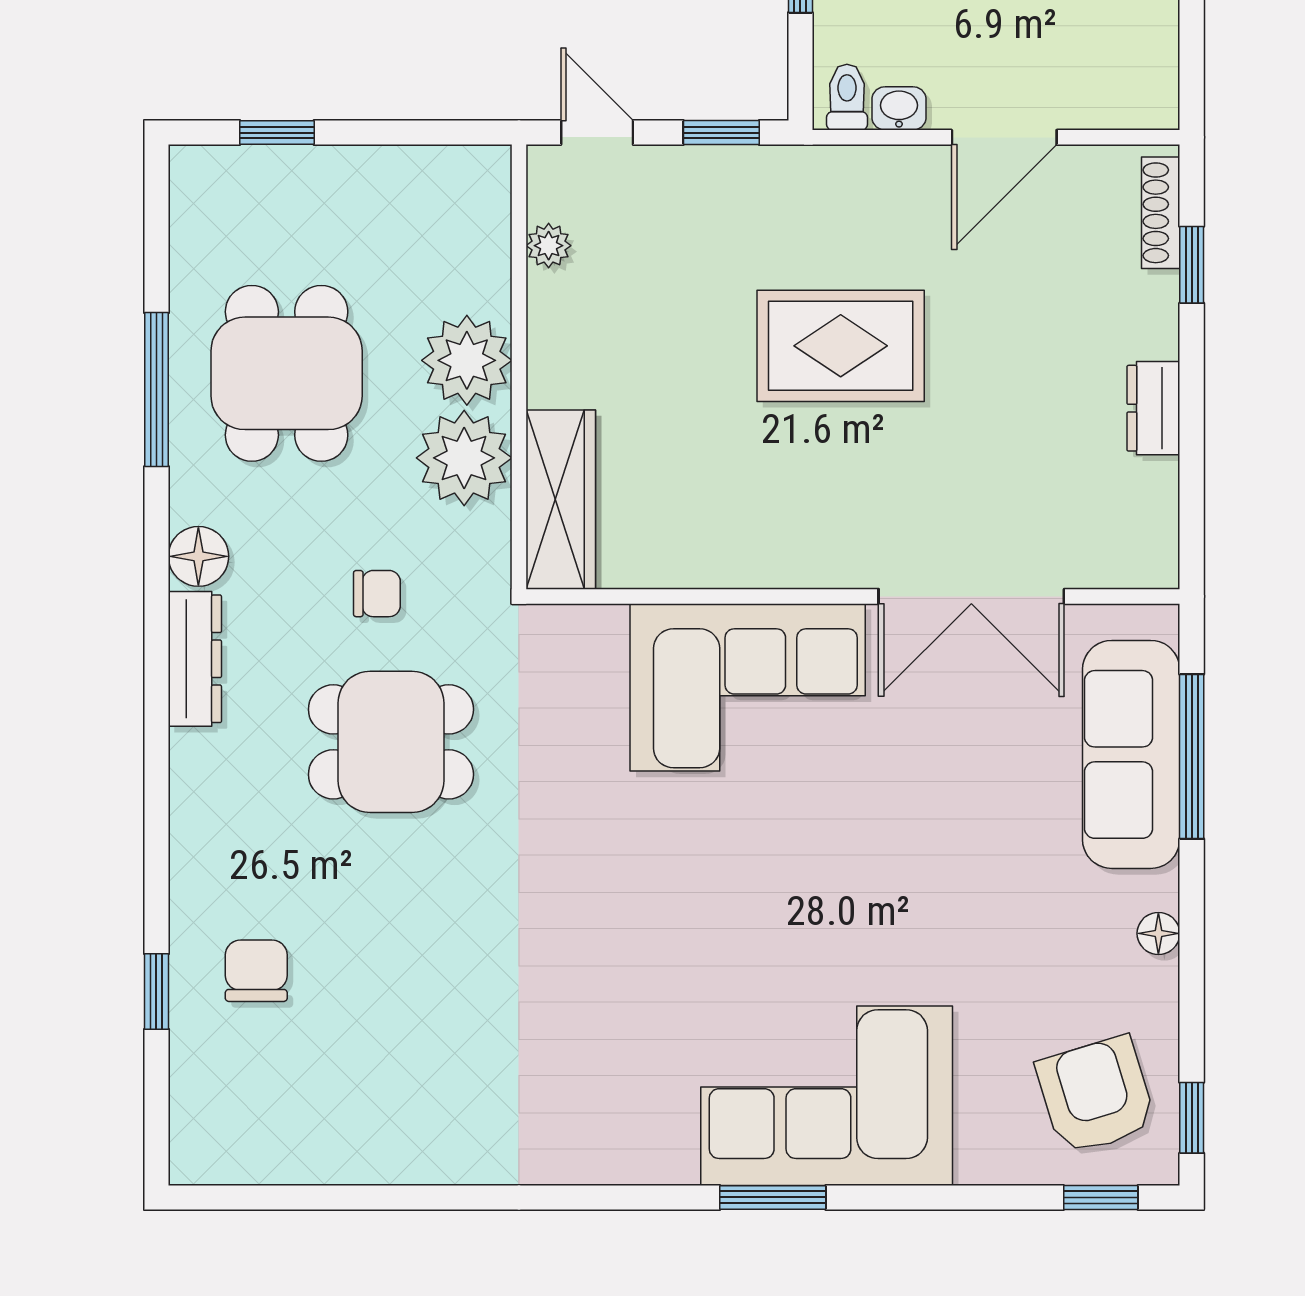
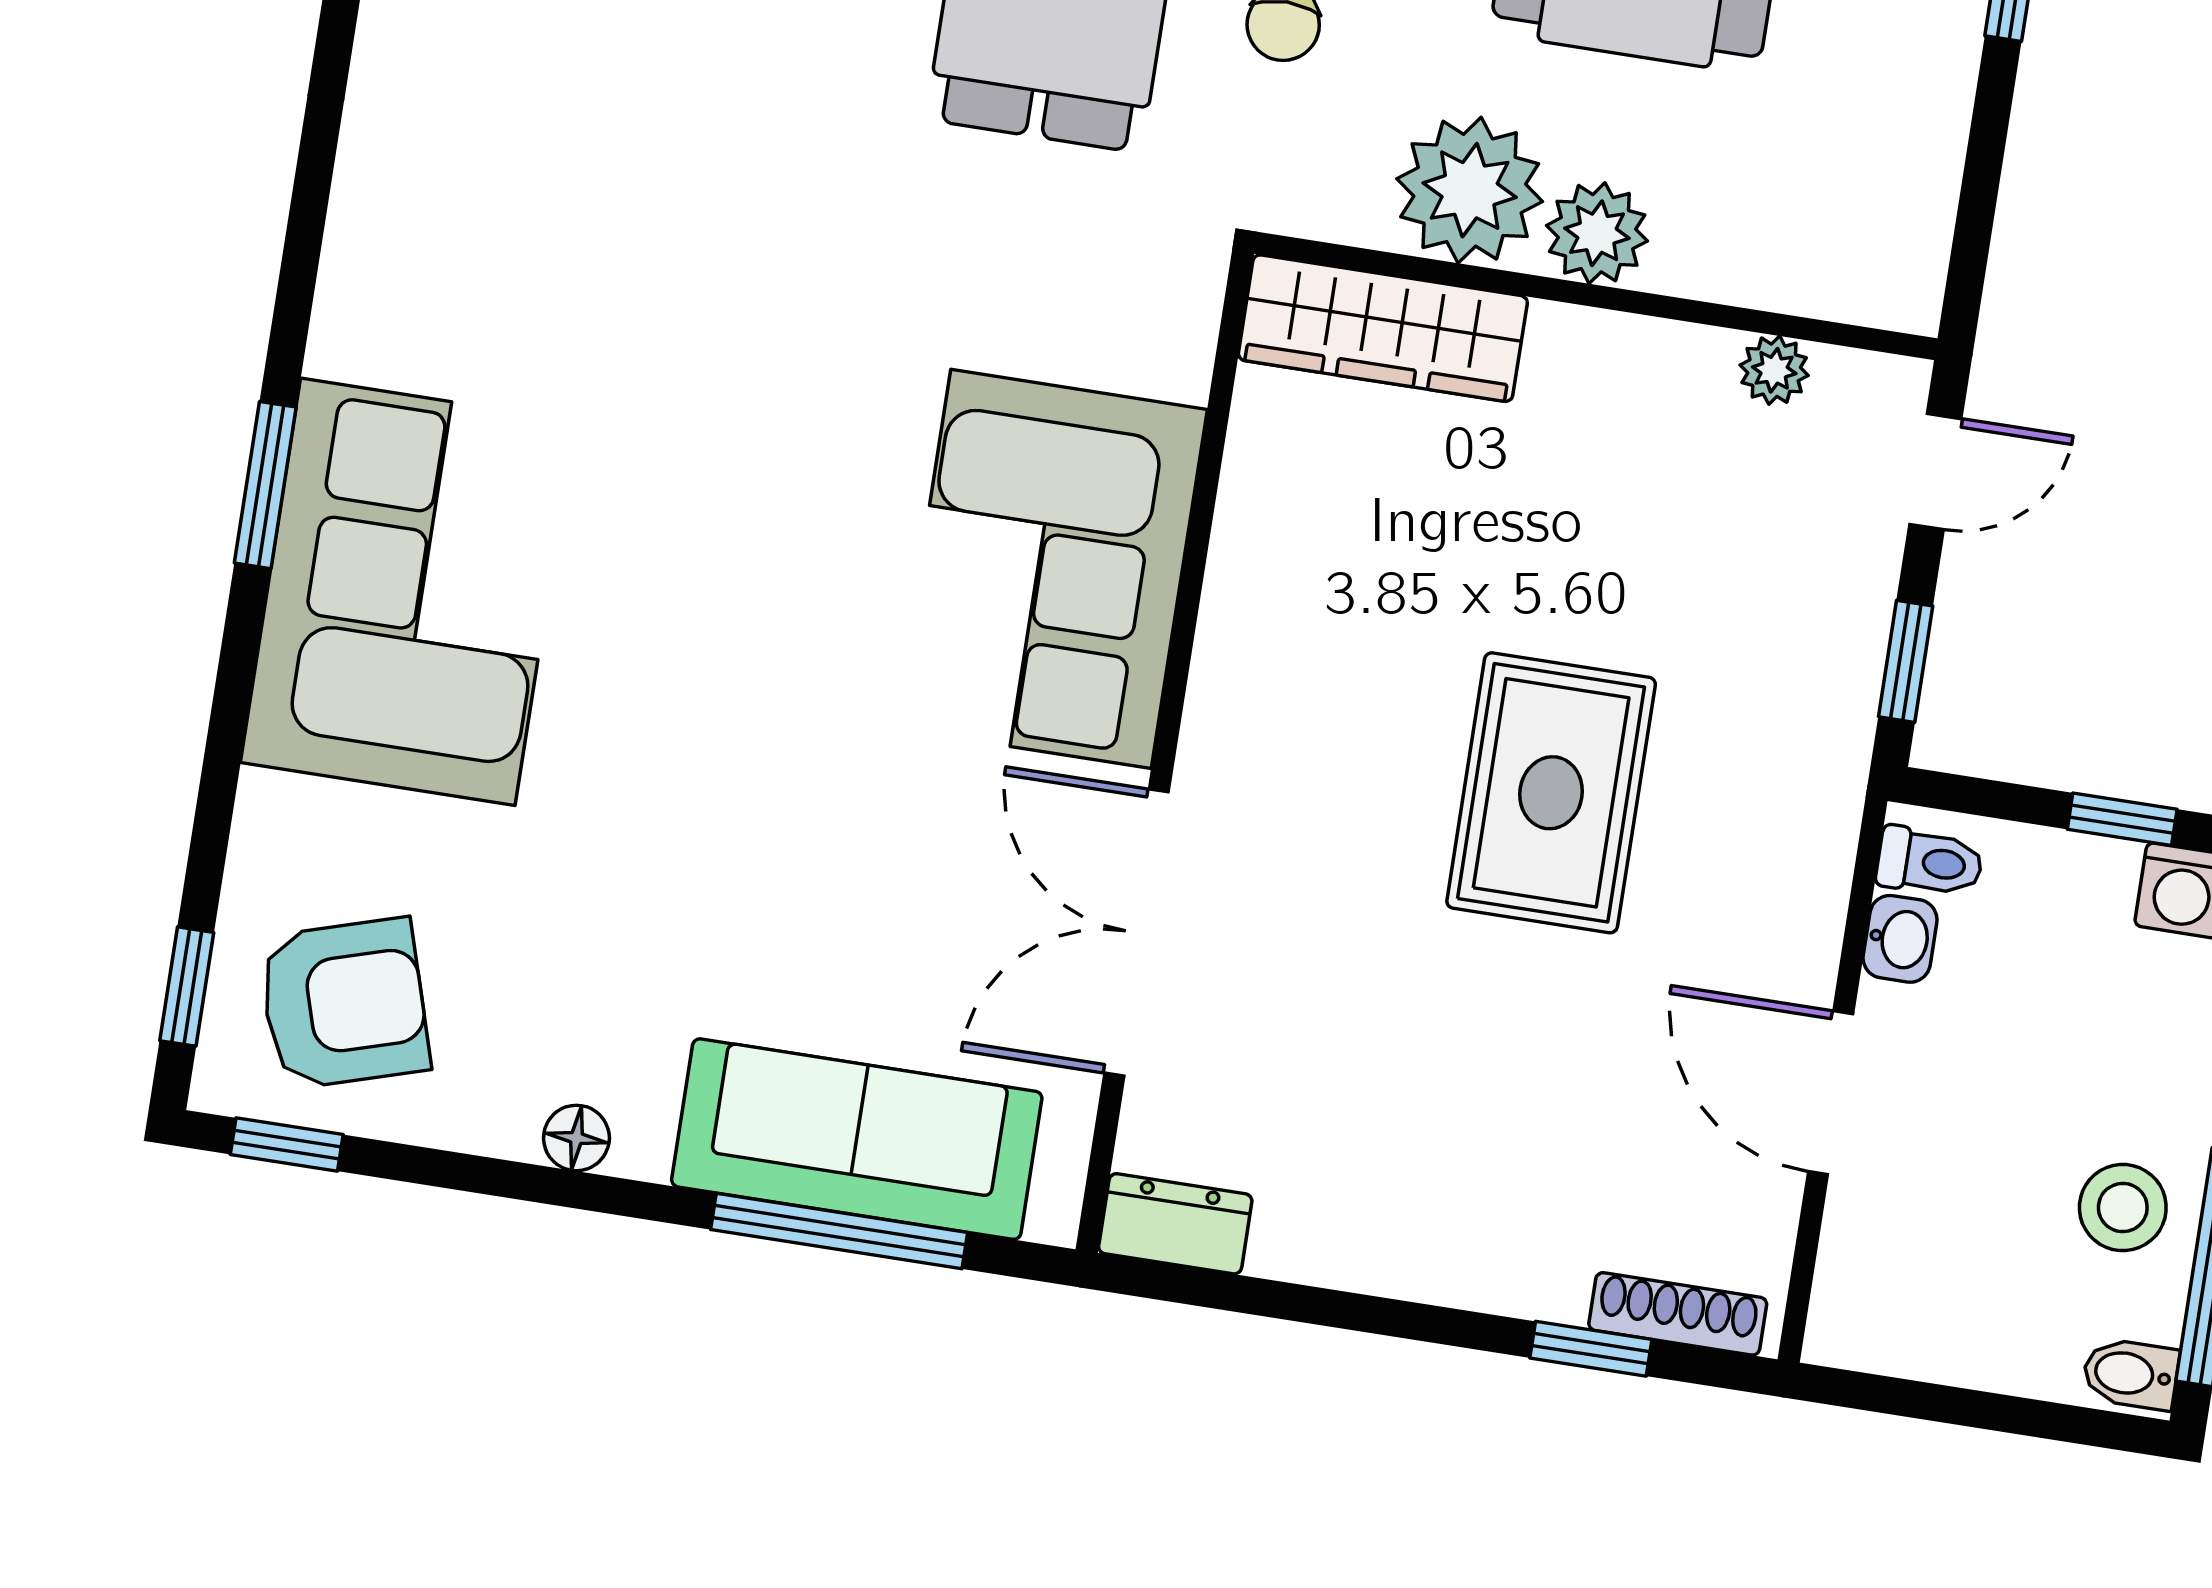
plant: (467, 360) -> (1597, 233), width x0.73, depth x0.73
dresser: (1153, 408) -> (1175, 1224), moved

